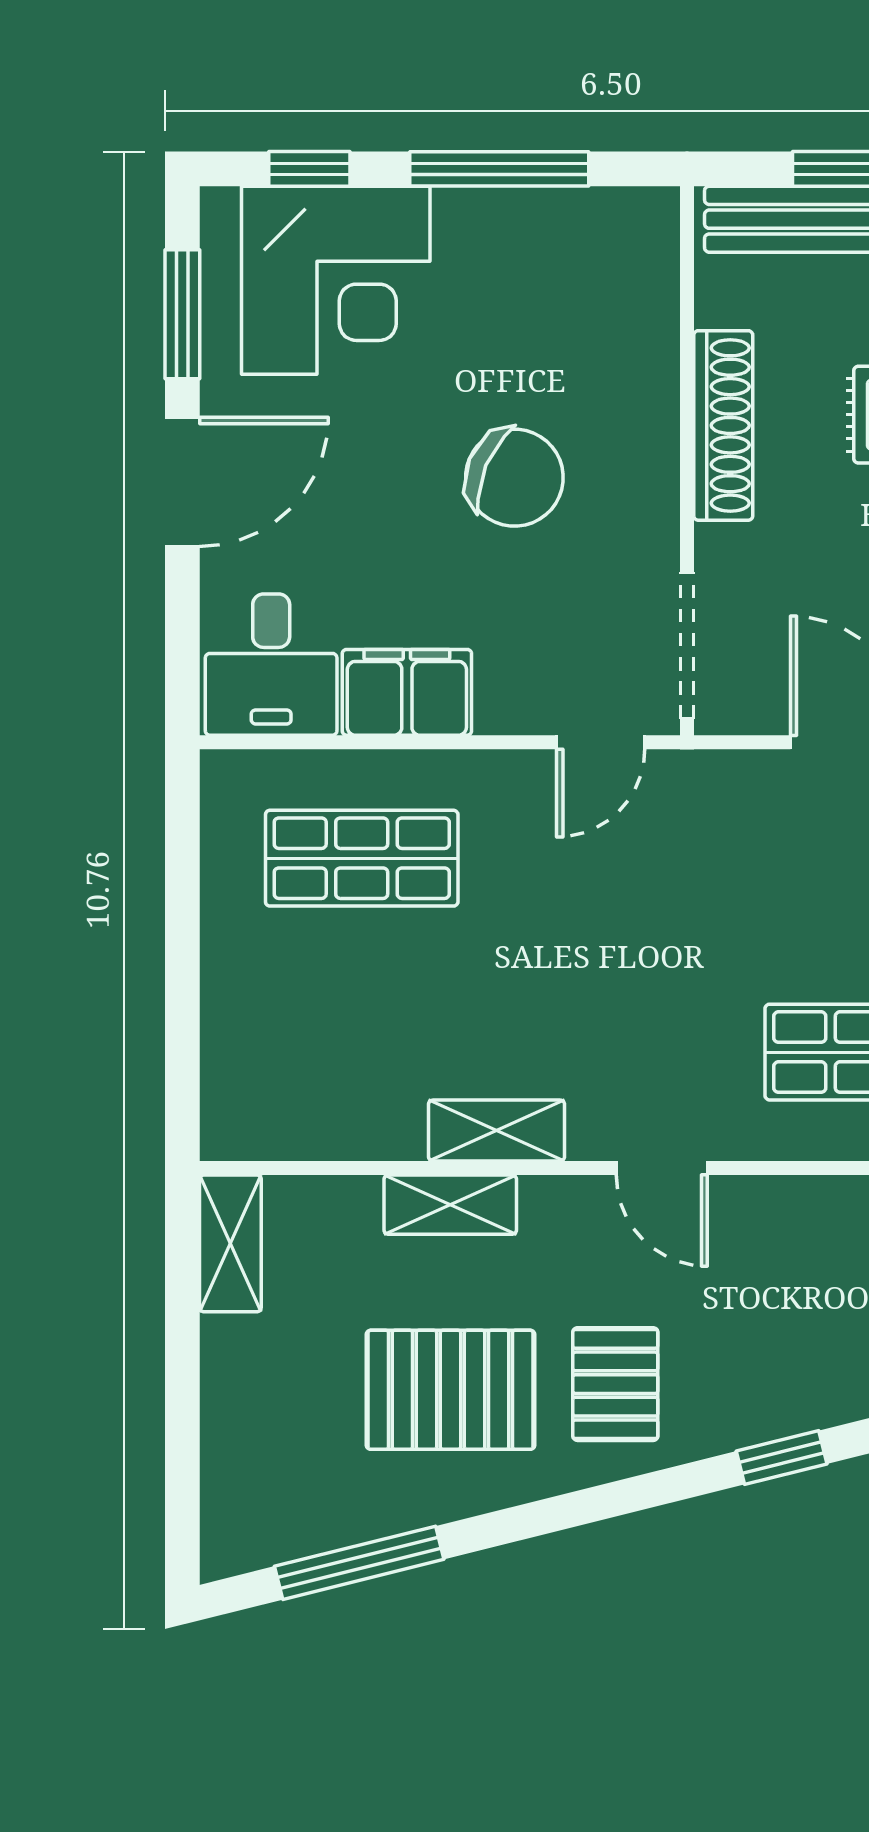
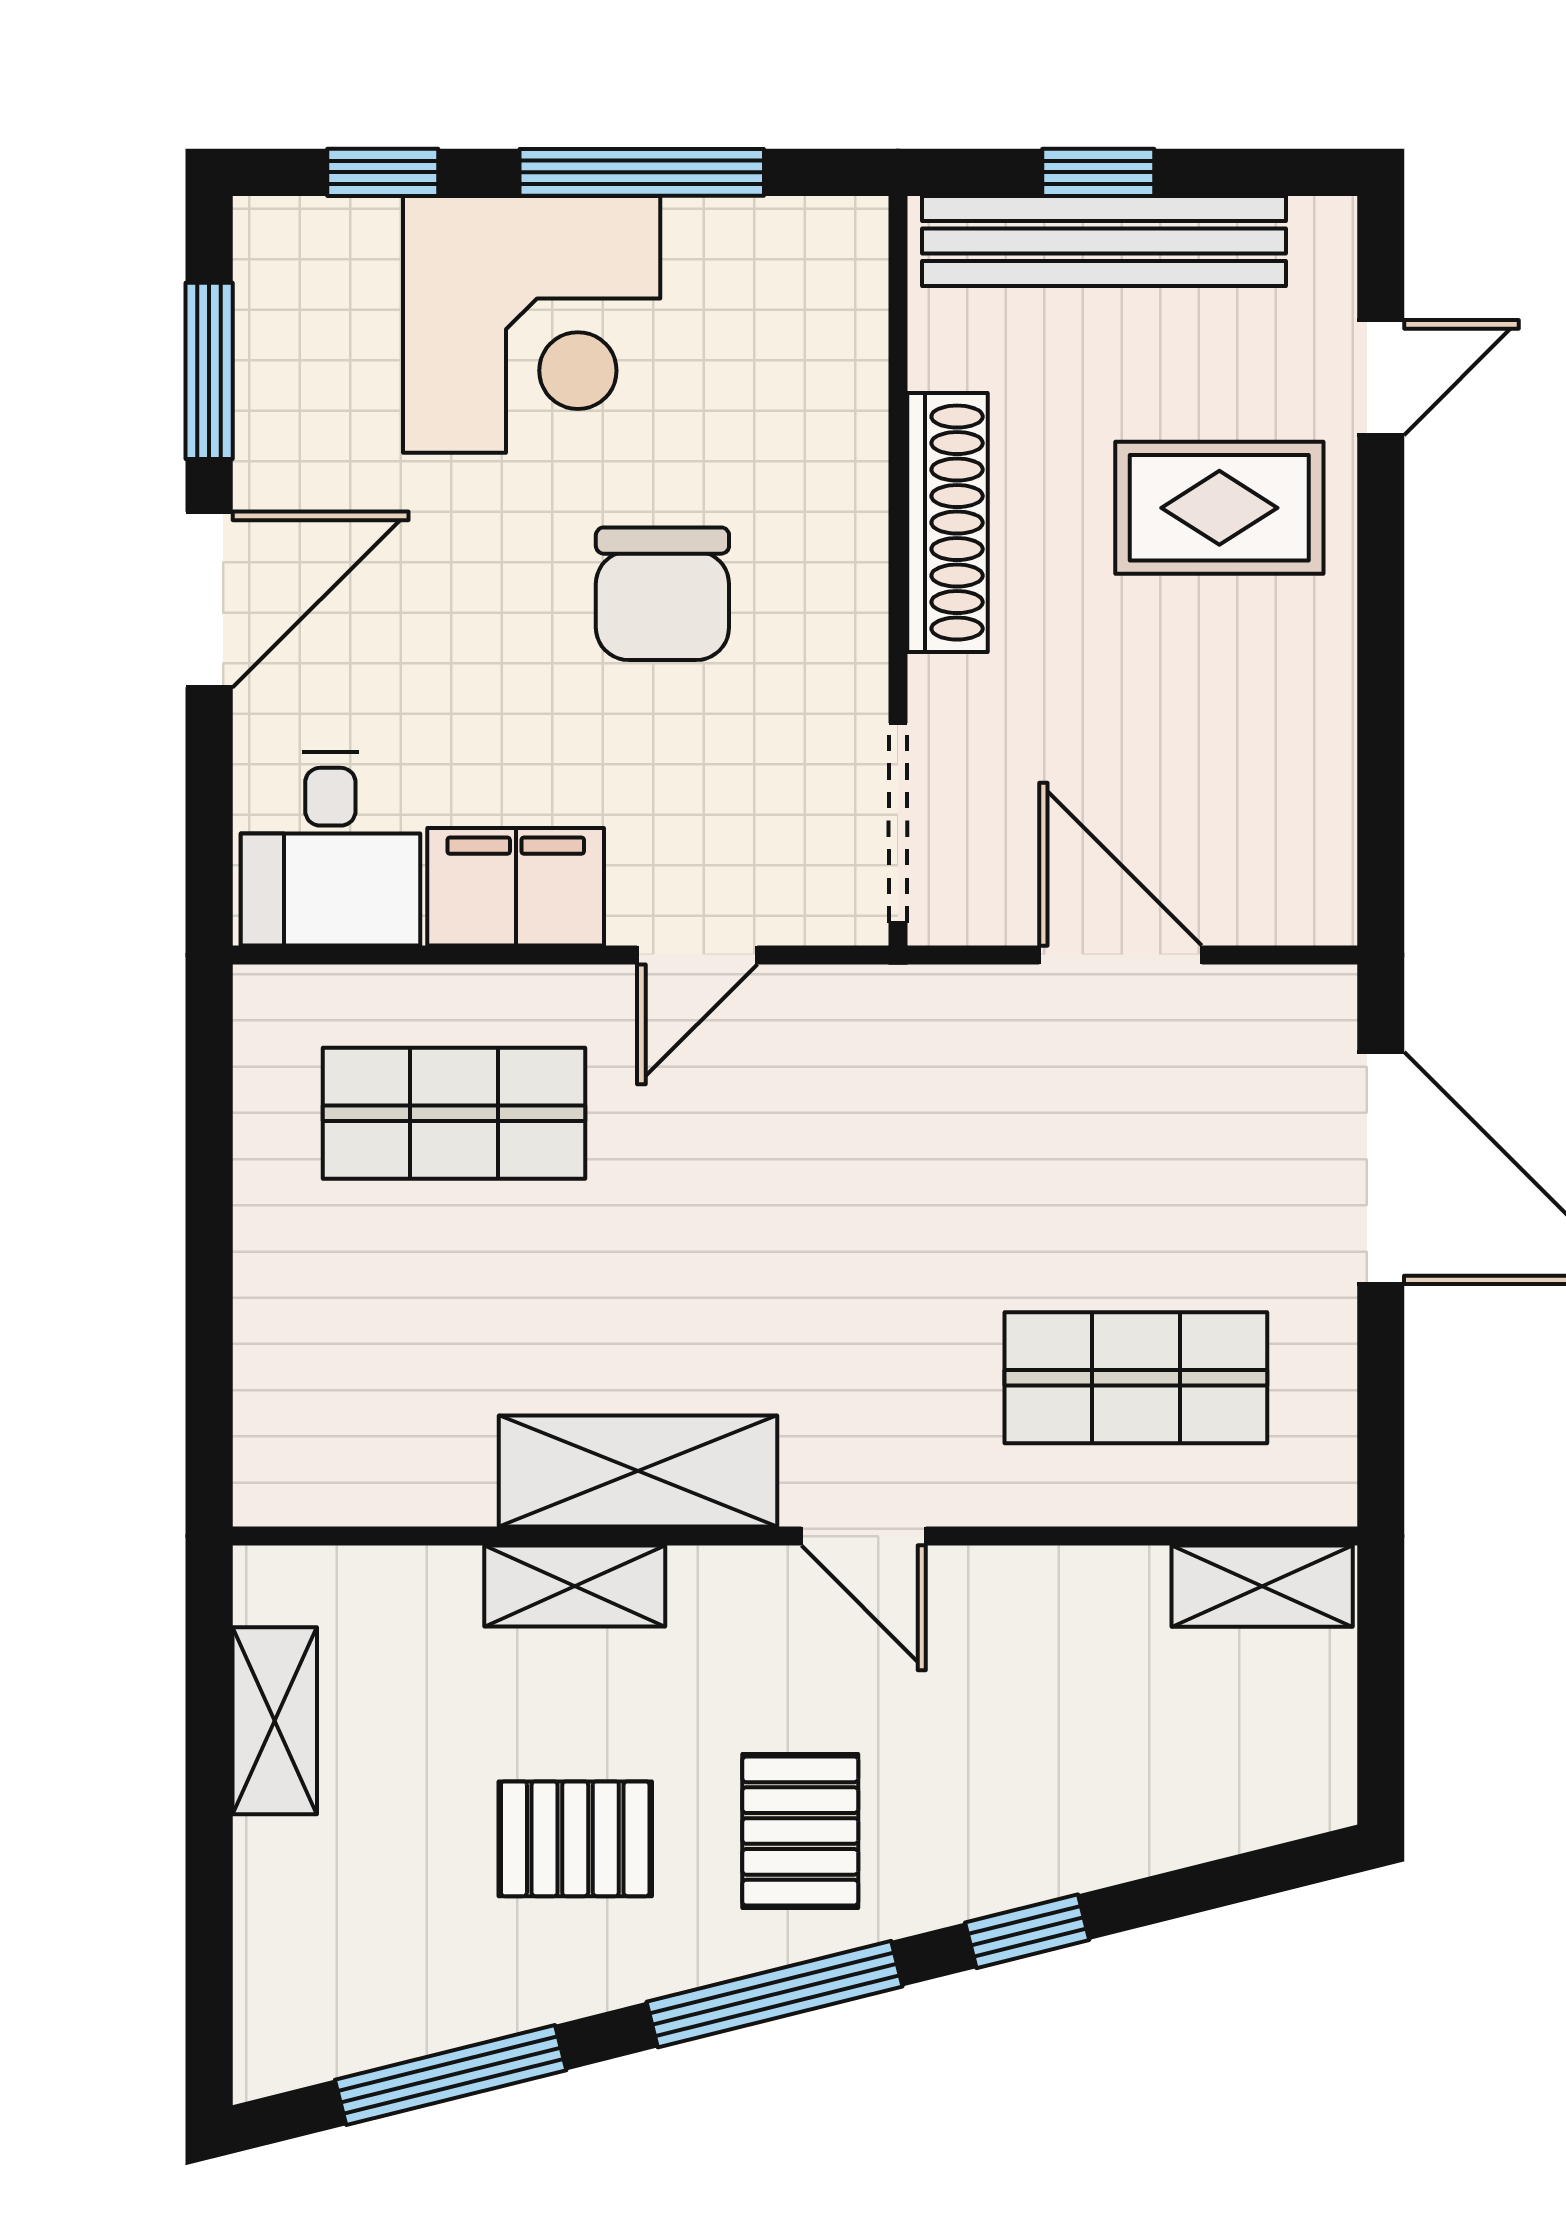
corner desk: (336, 280) -> (532, 324), moved
chair: (514, 478) -> (662, 594), turned 67
door: (601, 742) -> (697, 955), moved
shelving: (497, 1131) -> (638, 1471), width x1.50, depth x1.33
shelving: (230, 1243) -> (275, 1721), moved
pallet: (450, 1390) -> (575, 1839), width x0.67, depth x0.71
window: (597, 1504) -> (774, 1994), added

